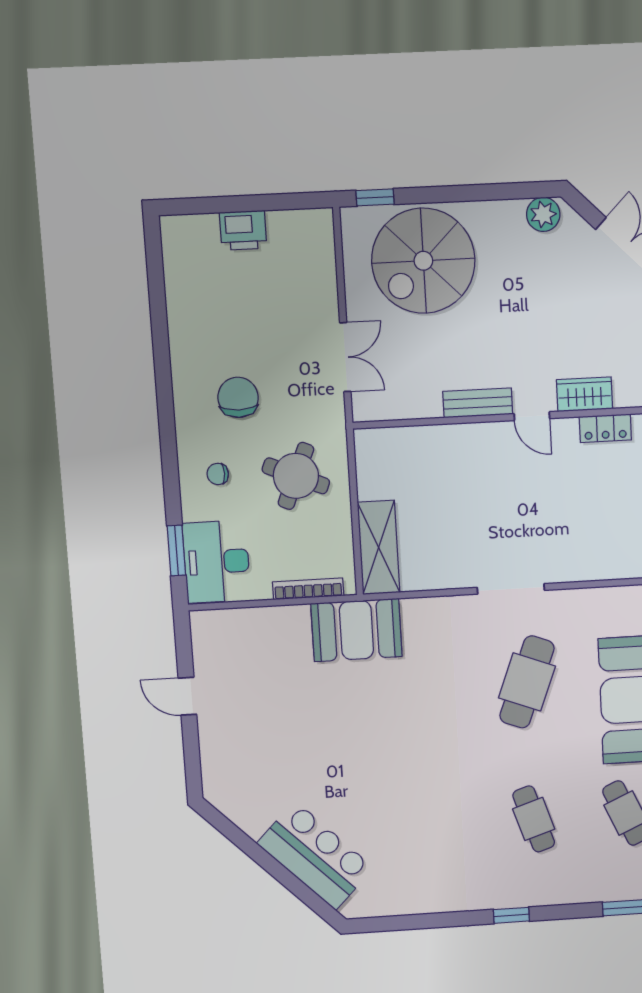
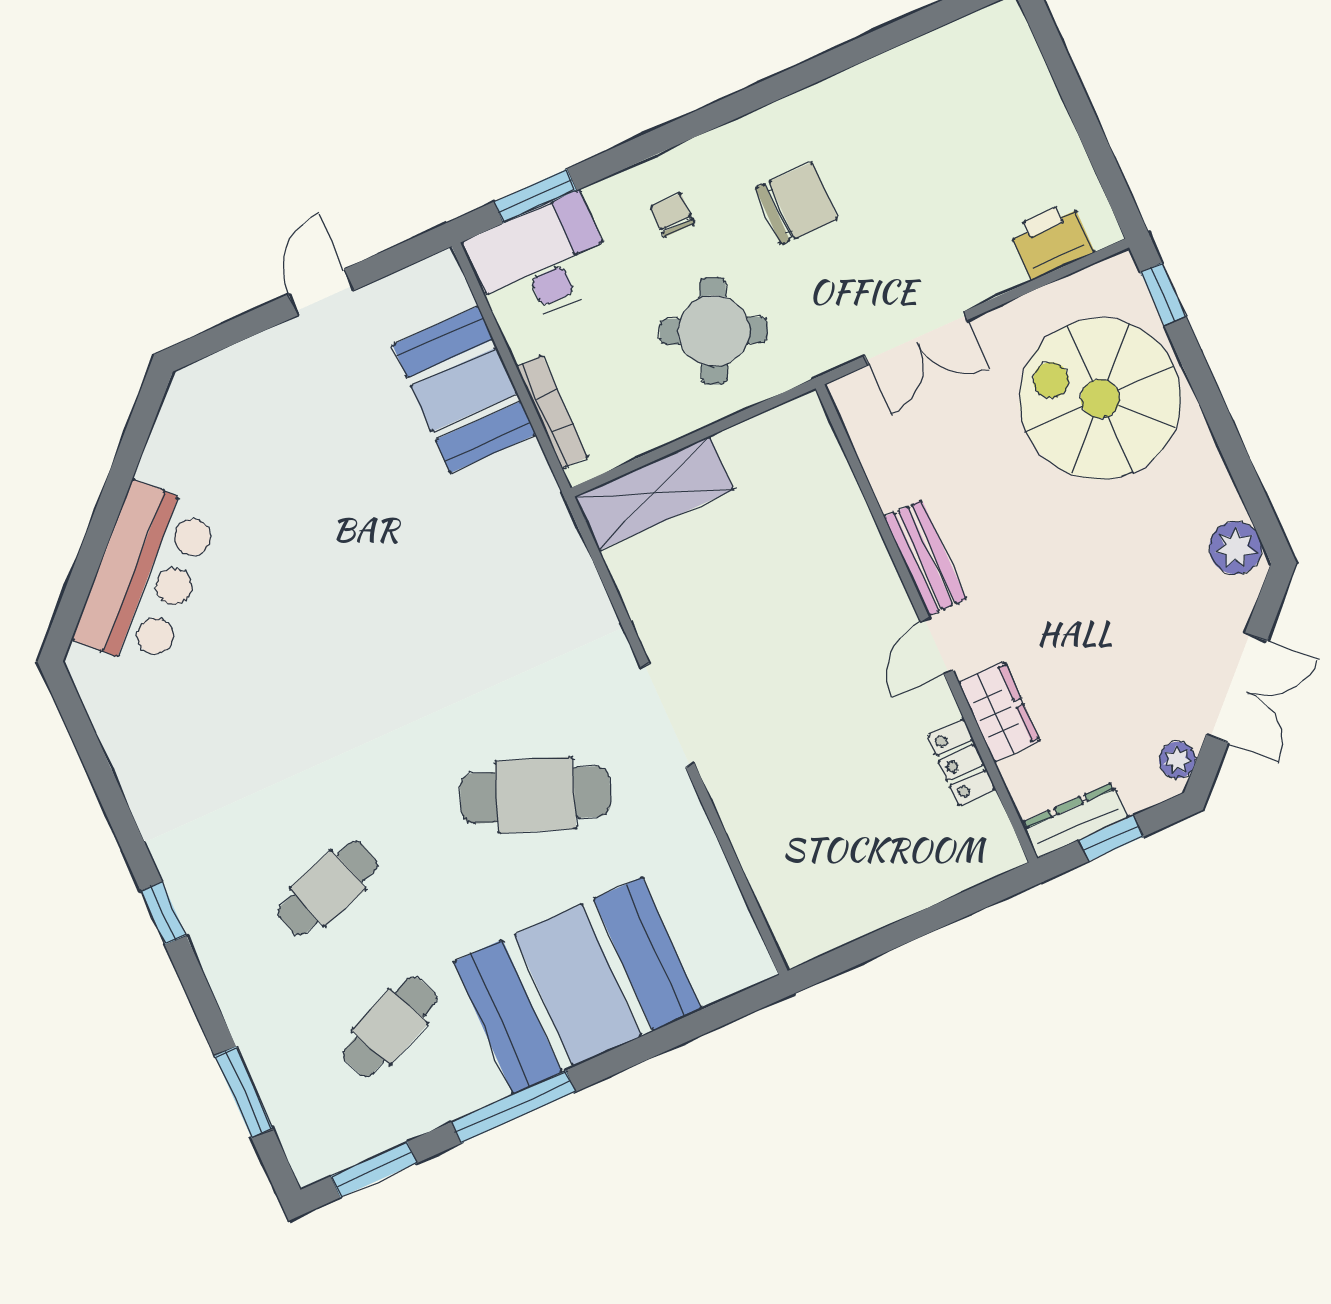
printer: (243, 230) -> (1051, 240), moved, turned 90
booth: (356, 630) -> (464, 390), moved

